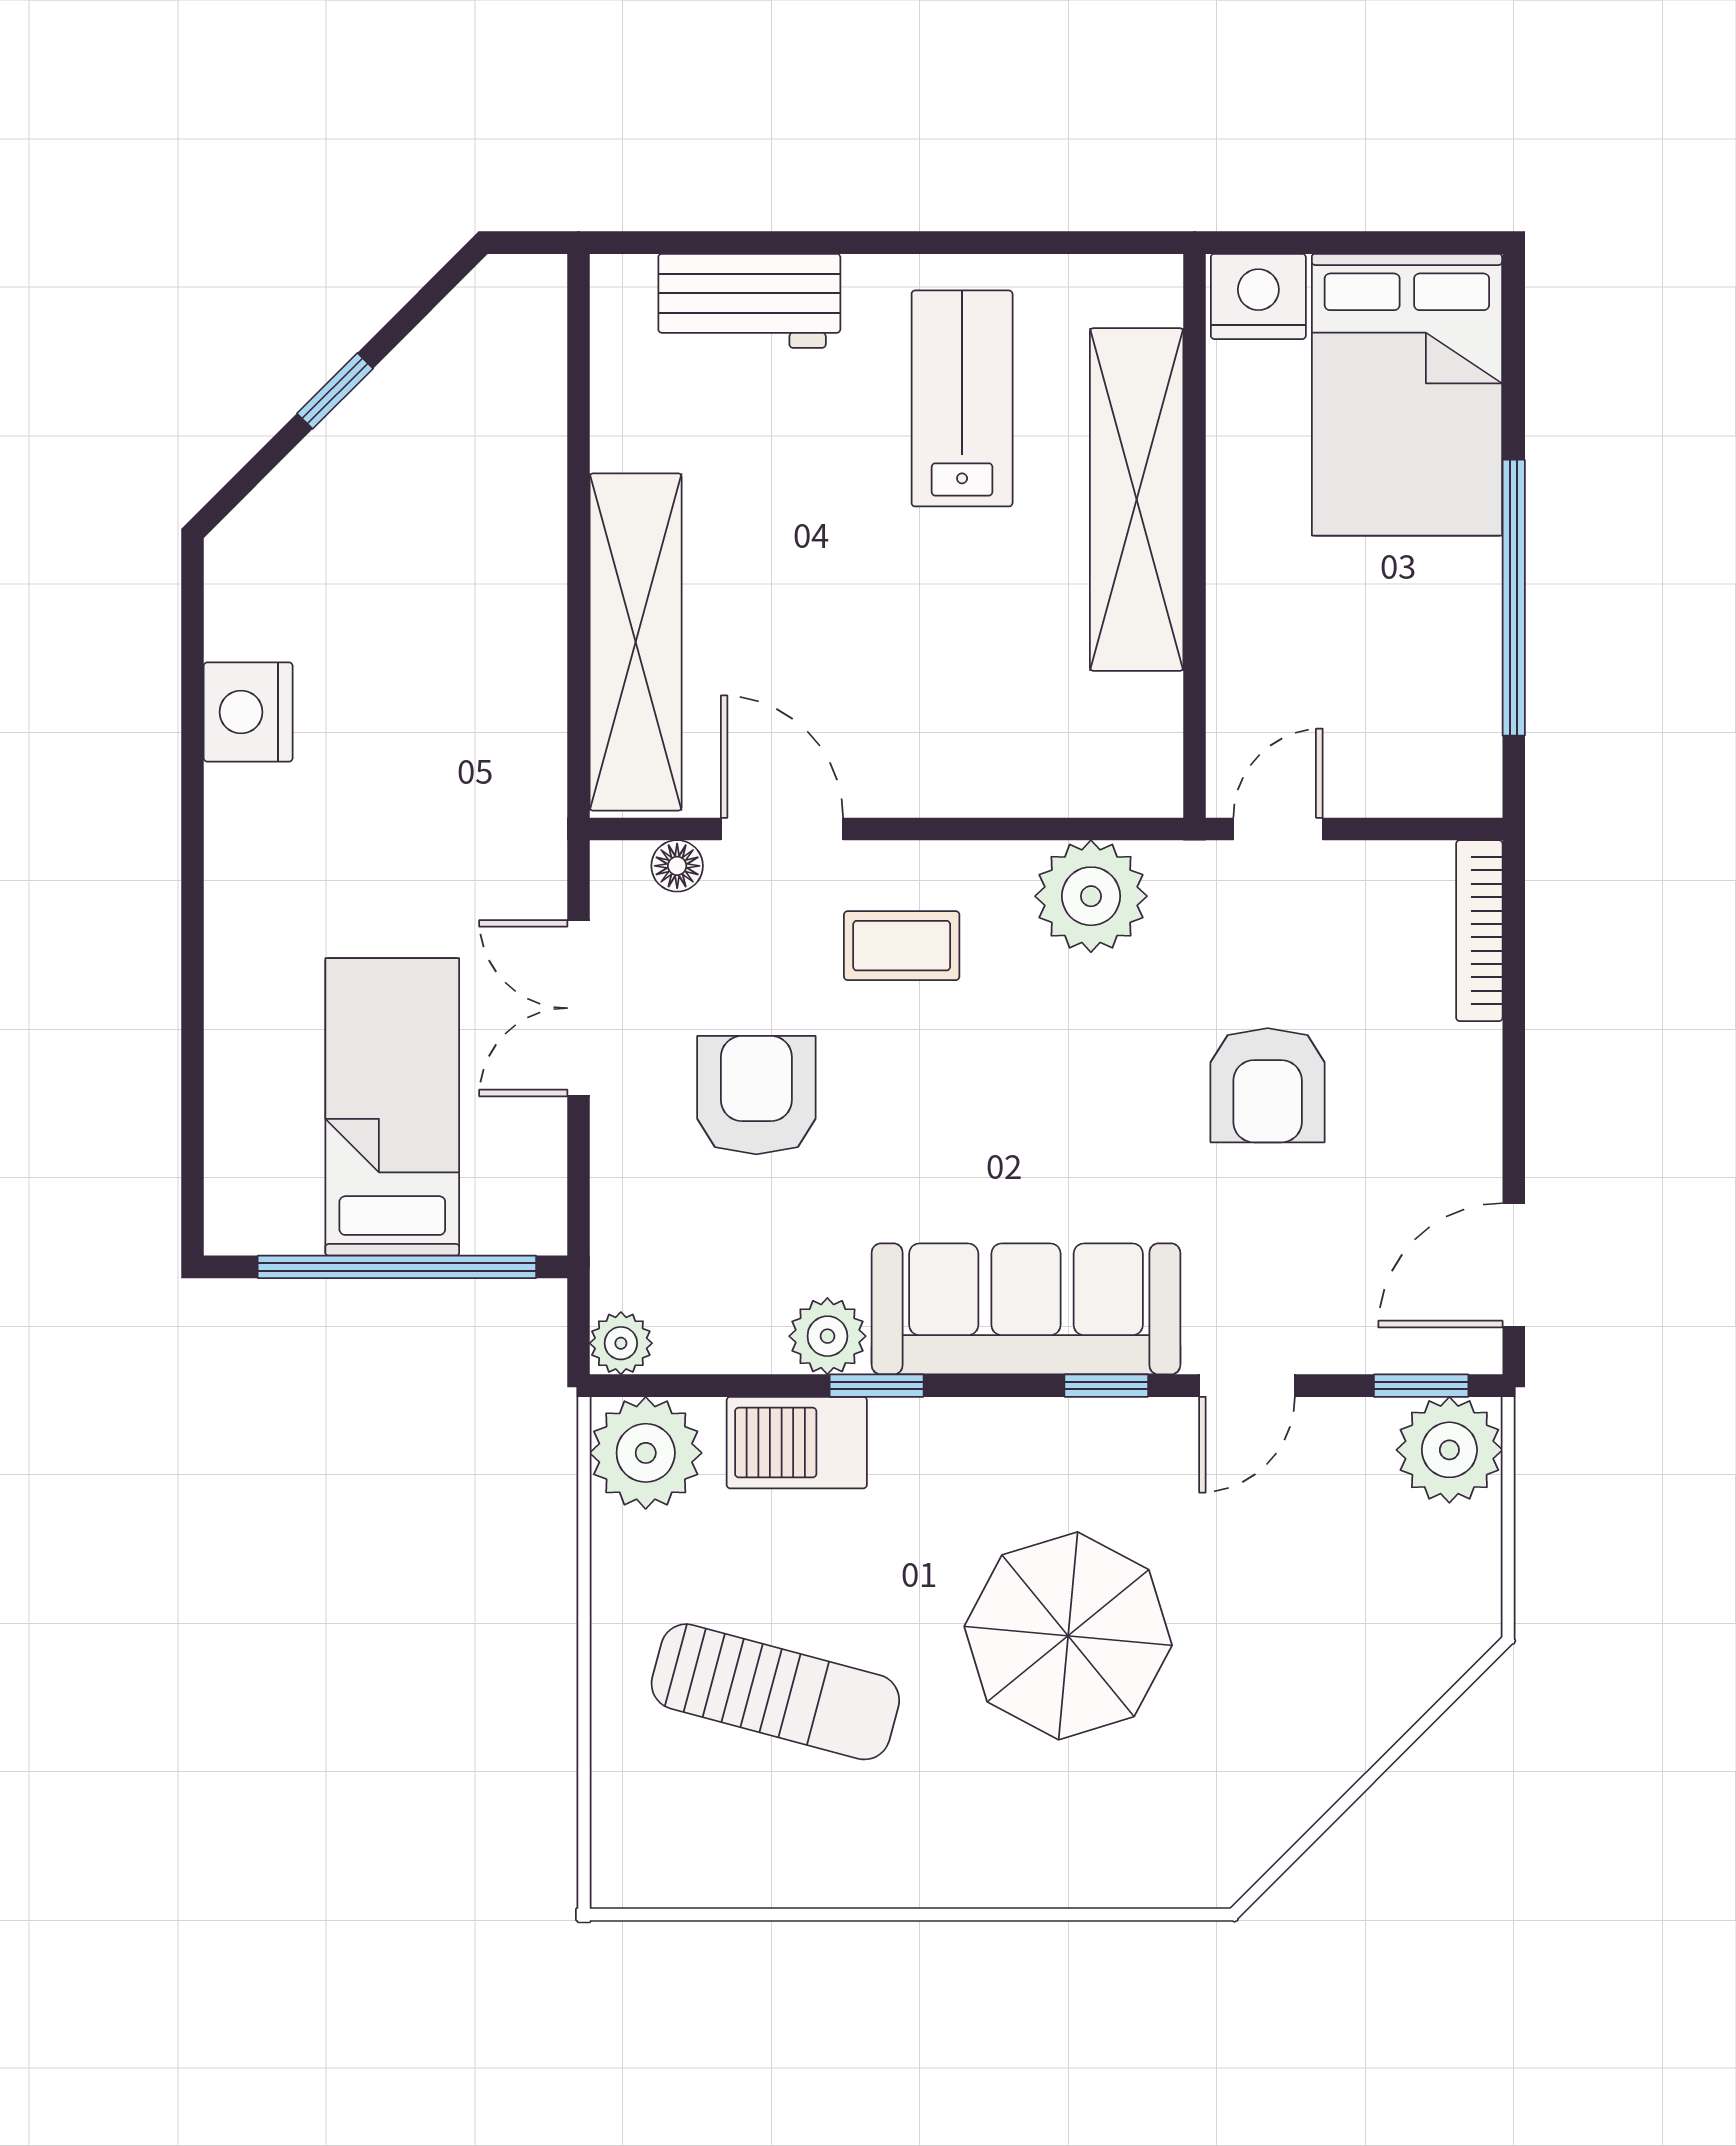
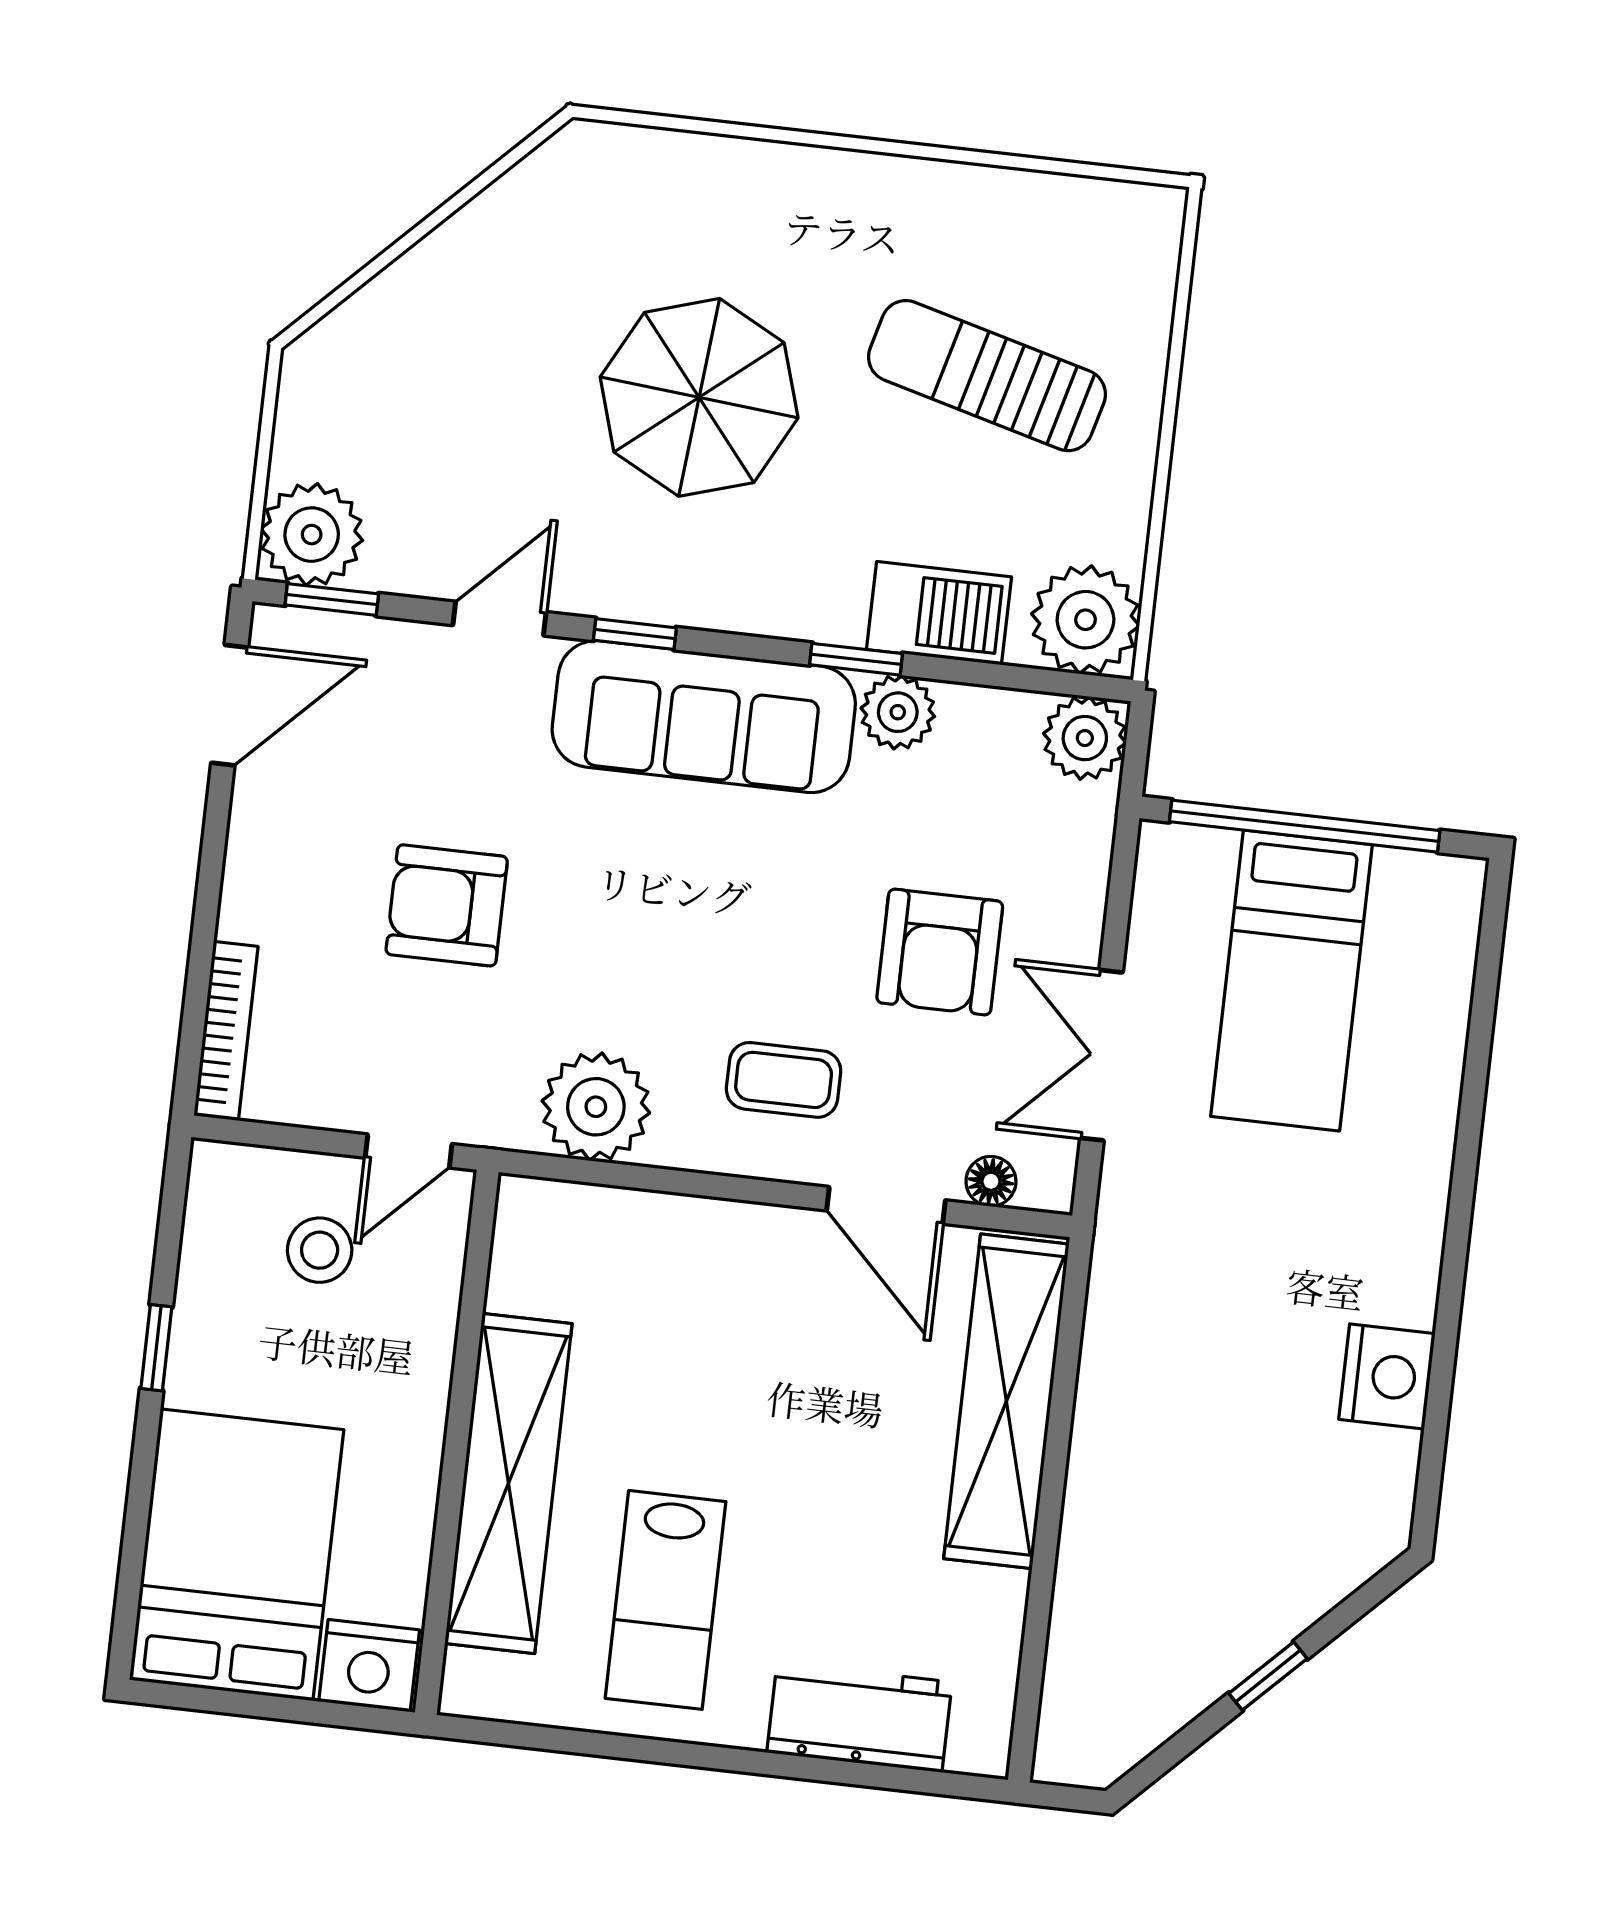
window: (1514, 598) -> (156, 1348), width x0.32
stool: (1358, 717) -> (320, 1250), added
double door: (578, 1008) -> (1101, 1055), swing flipped
armchair: (1268, 1085) -> (447, 905), turned -90
plant: (621, 1343) -> (1085, 738), width x1.38, depth x1.38

